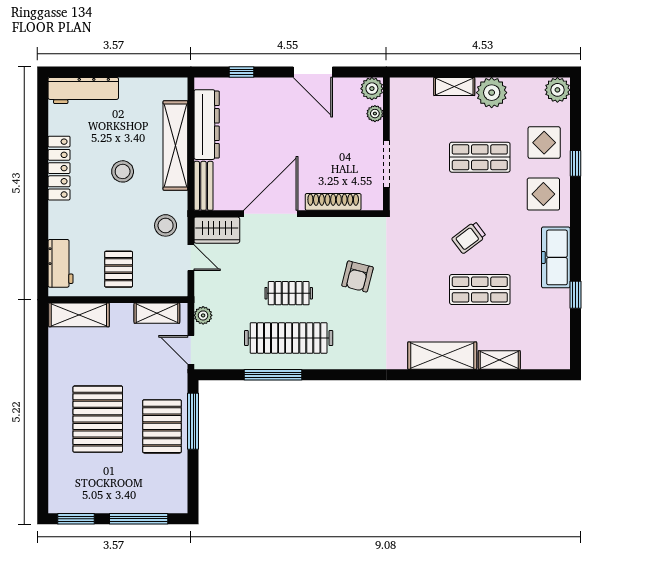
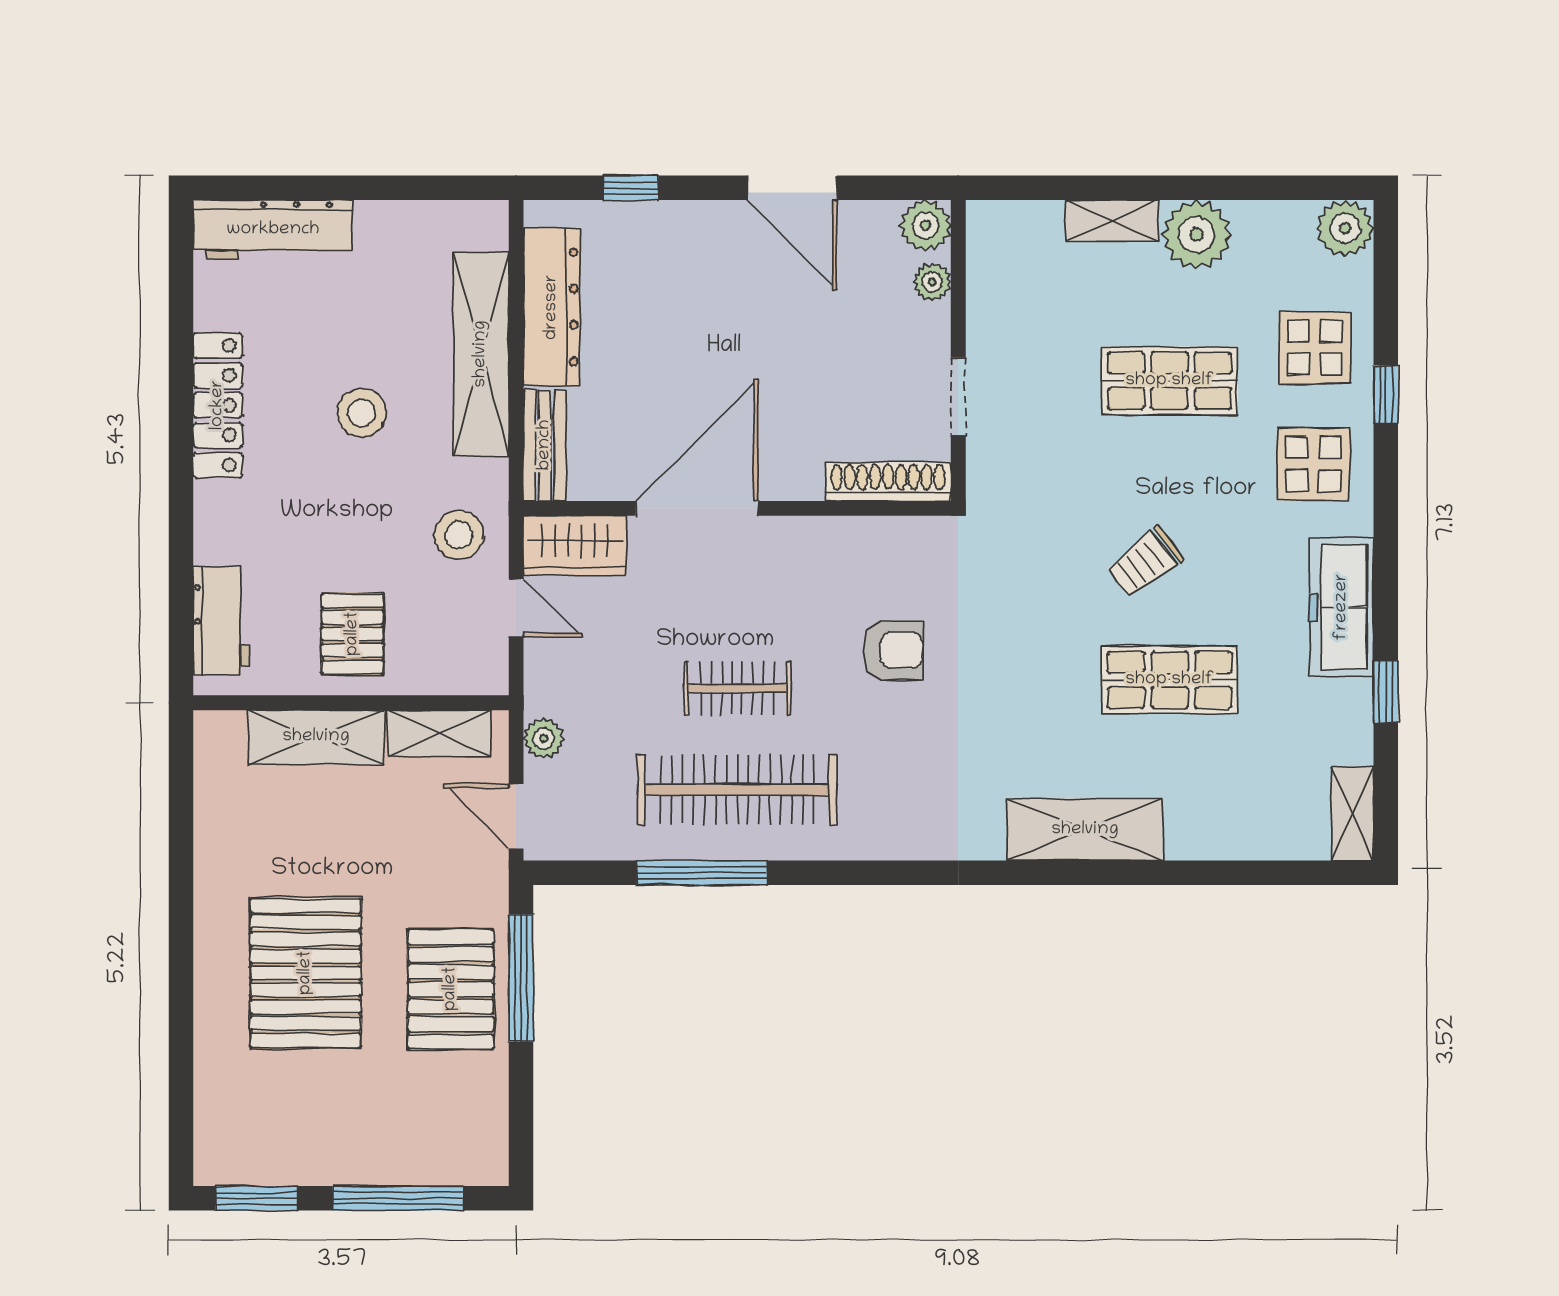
doorway: (386, 164) -> (958, 396), width x0.73
shoe rack: (333, 202) -> (888, 482), moved
armchair: (357, 276) -> (893, 650), turned -104
shelving: (79, 315) -> (316, 737), moved
shelving: (499, 360) -> (1352, 814), moved, turned 90

